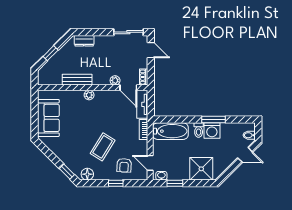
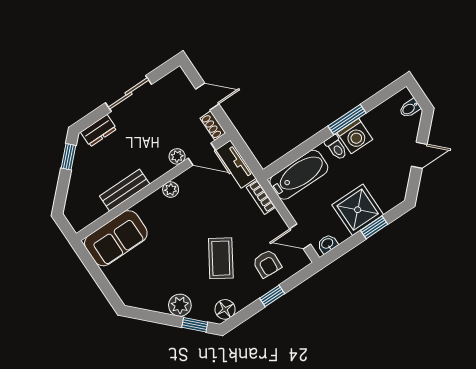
sliding door: (128, 32) -> (129, 93), moved
door: (151, 50) -> (207, 96), moved
window: (51, 53) -> (68, 157), moved
plant: (89, 95) -> (171, 190), moved
sofa: (48, 118) -> (116, 238), moved, turned 90
door: (245, 155) -> (419, 155), moved
plant: (66, 157) -> (180, 305), added
shower: (201, 169) -> (358, 210), moved
window: (175, 183) -> (374, 227), moved

